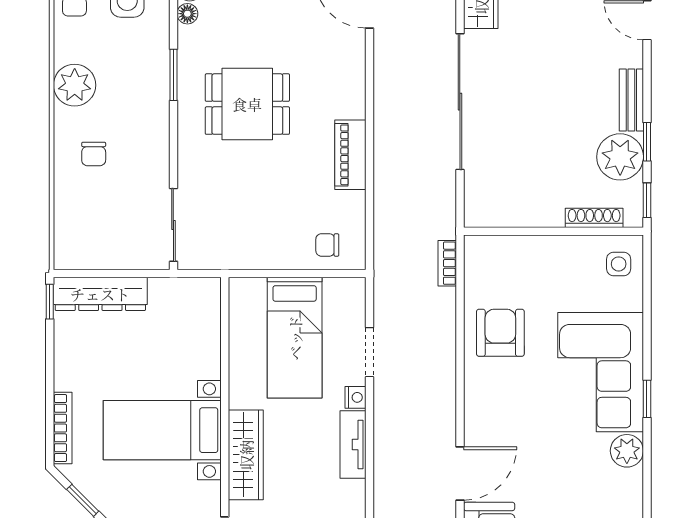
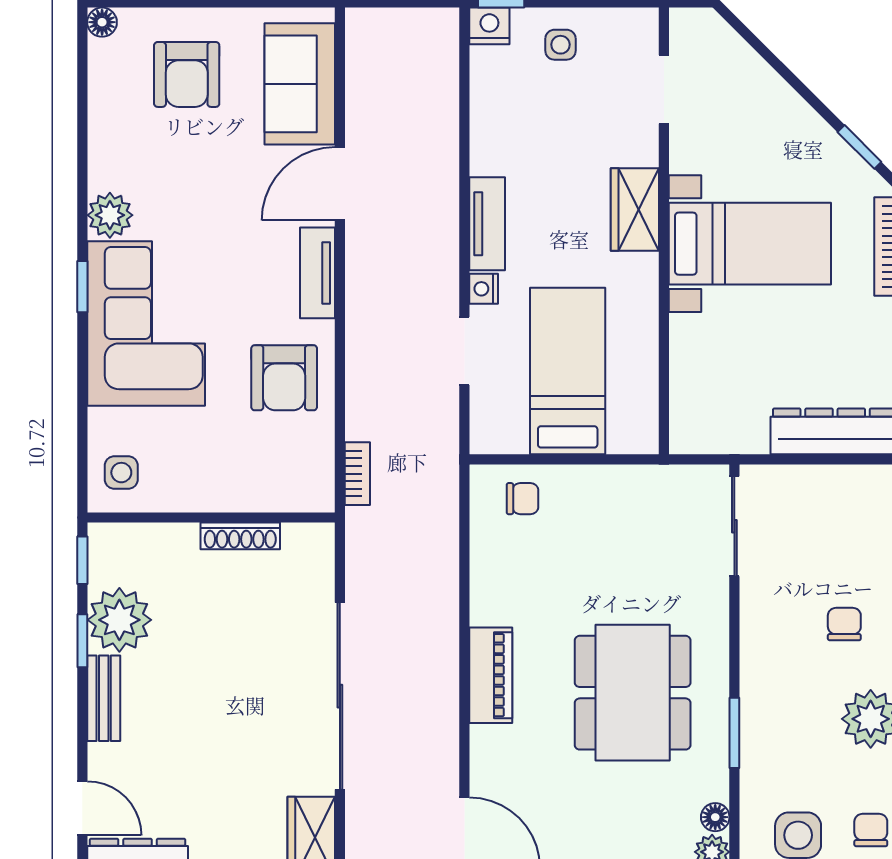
dining table: (247, 104) -> (633, 693), width x1.38
piano: (350, 155) -> (491, 675), moved
shoe rack: (594, 218) -> (240, 536), moved
tv unit: (476, 409) -> (317, 273), added
wardrobe: (246, 455) -> (635, 210), width x0.67

